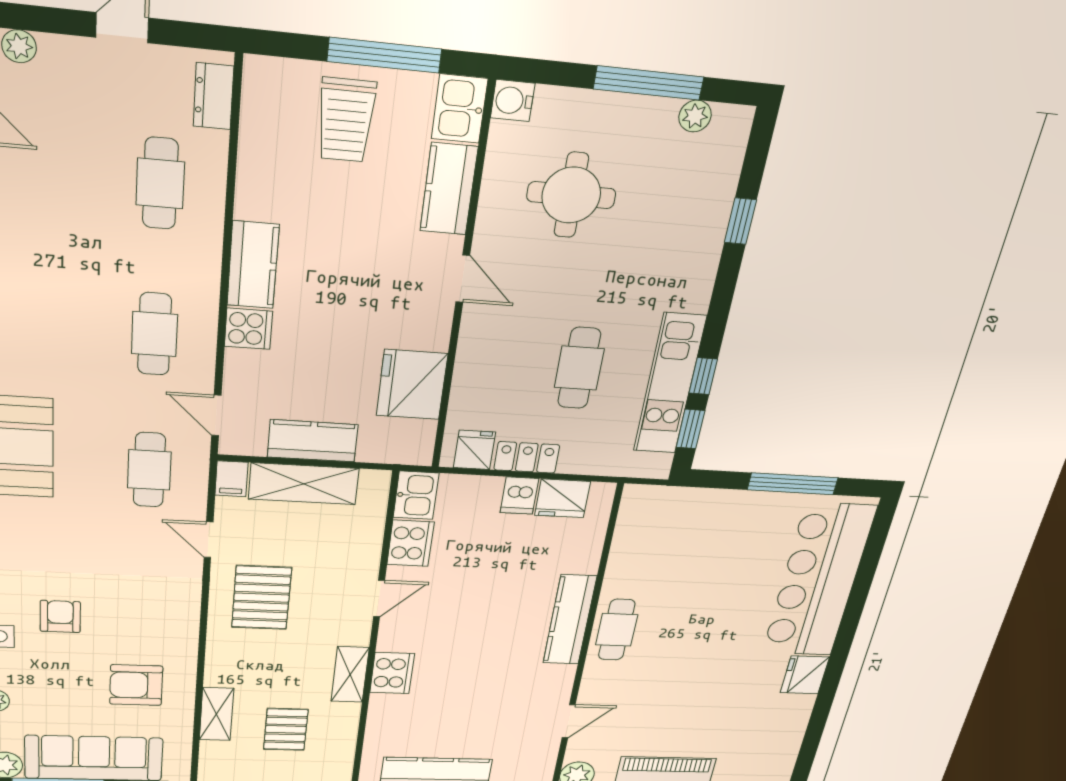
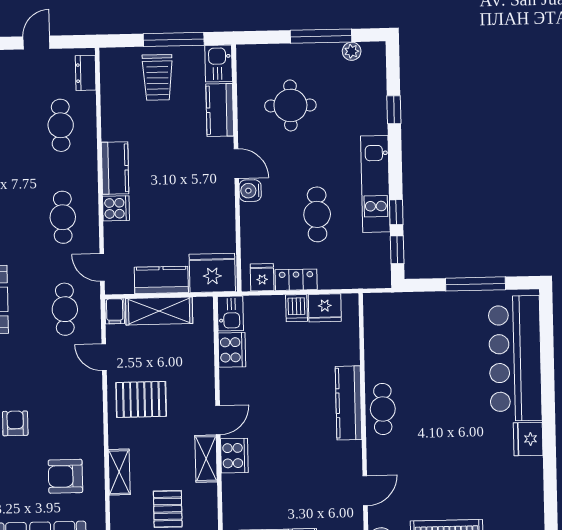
water cooler: (513, 101) -> (250, 191), moved
kitchen unit: (670, 384) -> (375, 184), moved
fridge: (412, 385) -> (212, 273), moved, turned 90
pallet: (262, 598) -> (141, 399), turned 90
door: (379, 599) -> (218, 420), moved
shelving: (216, 714) -> (119, 472), moved

